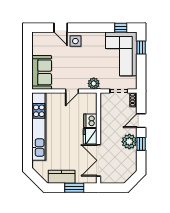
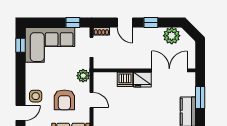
window: (141, 48) -> (73, 22), moved
armchair: (72, 67) -> (64, 100), added
plant: (129, 142) -> (172, 36), moved
double door: (98, 160) -> (169, 70), swing flipped

